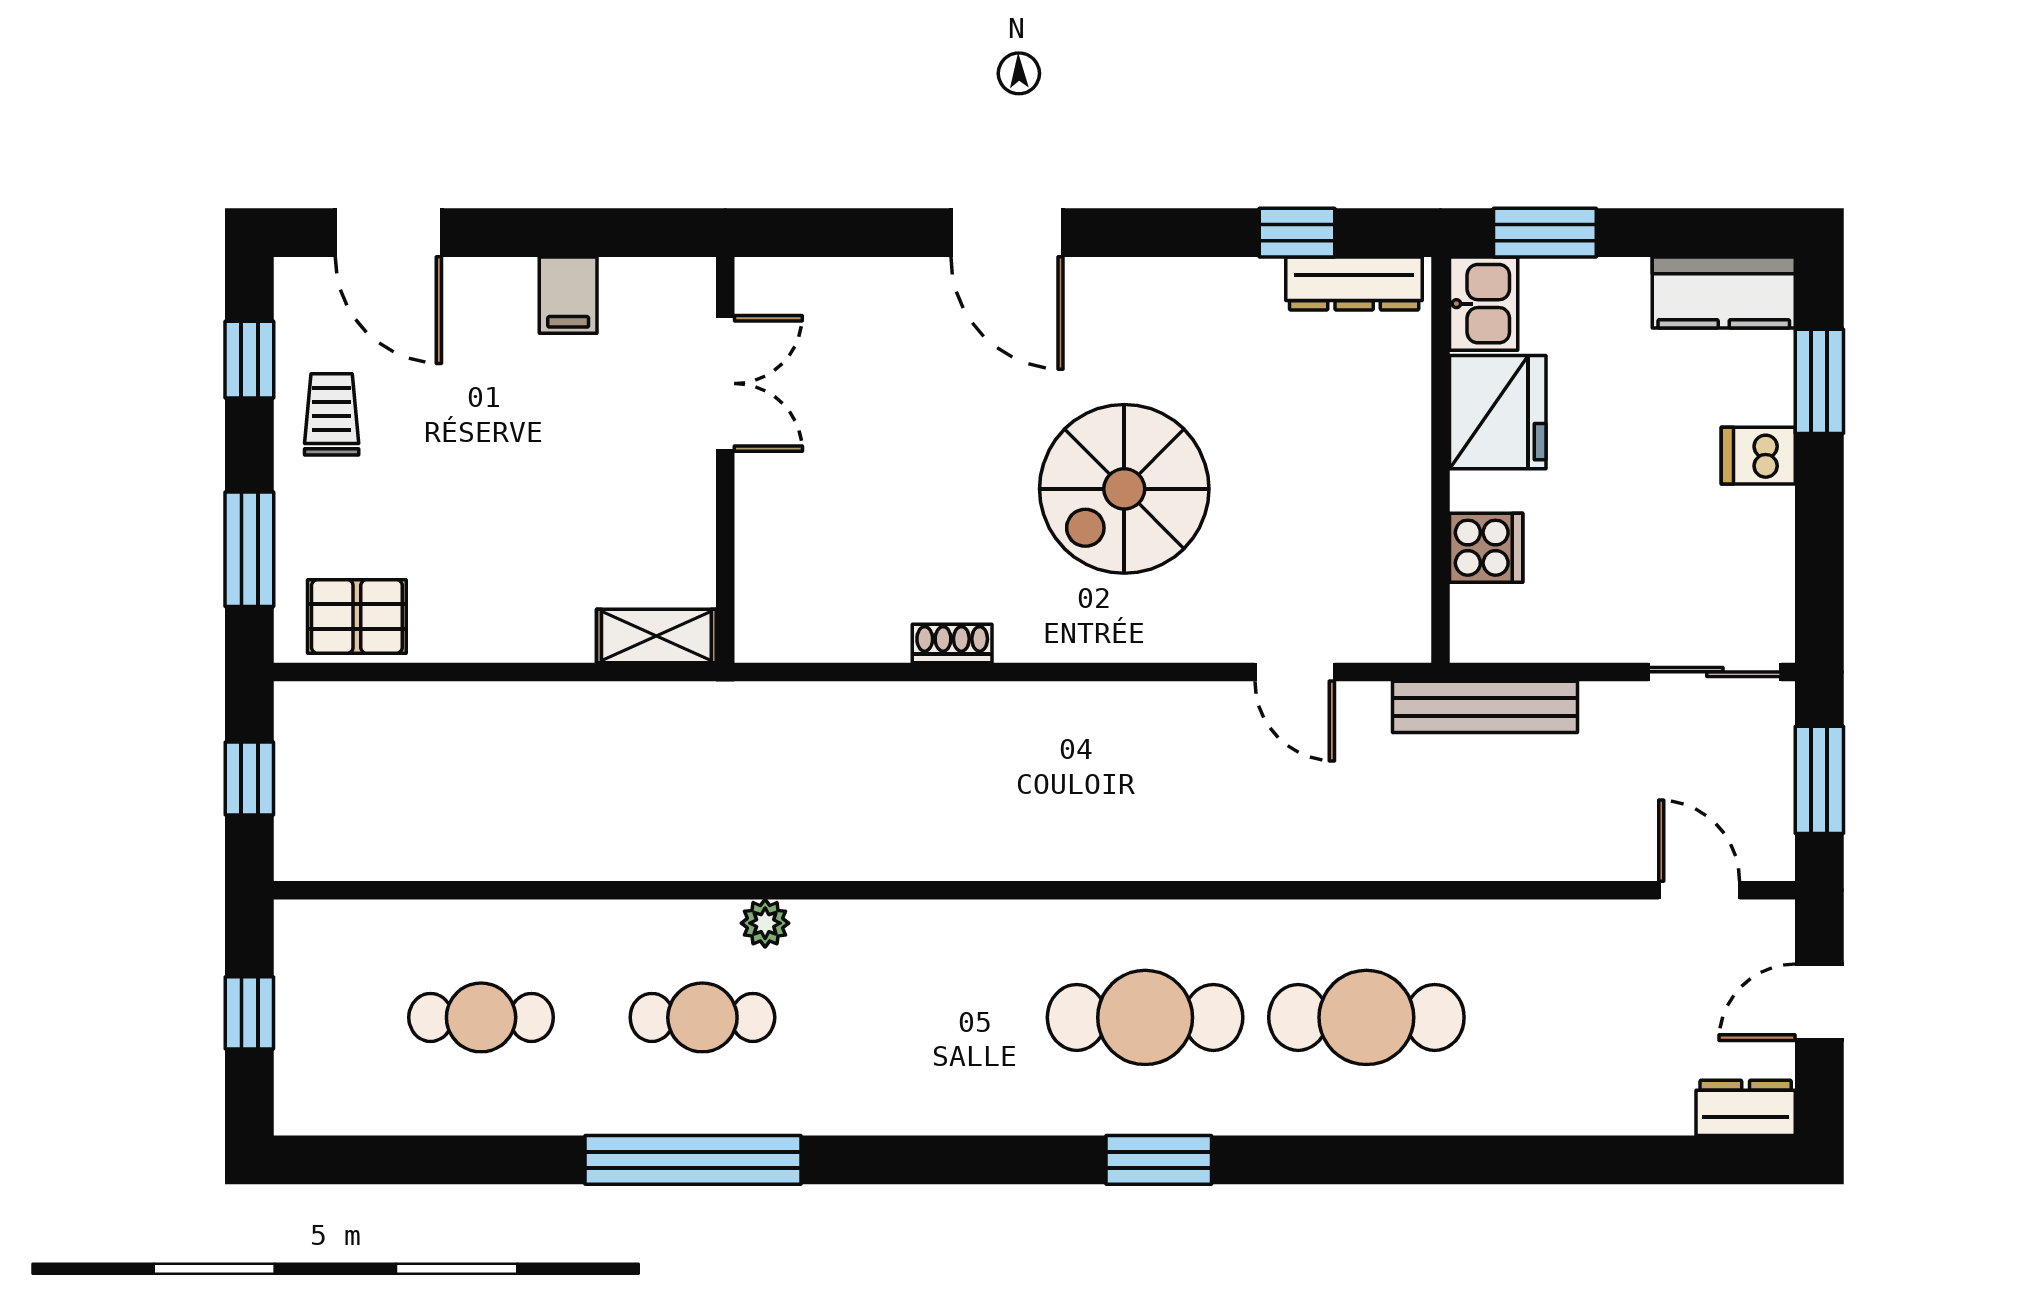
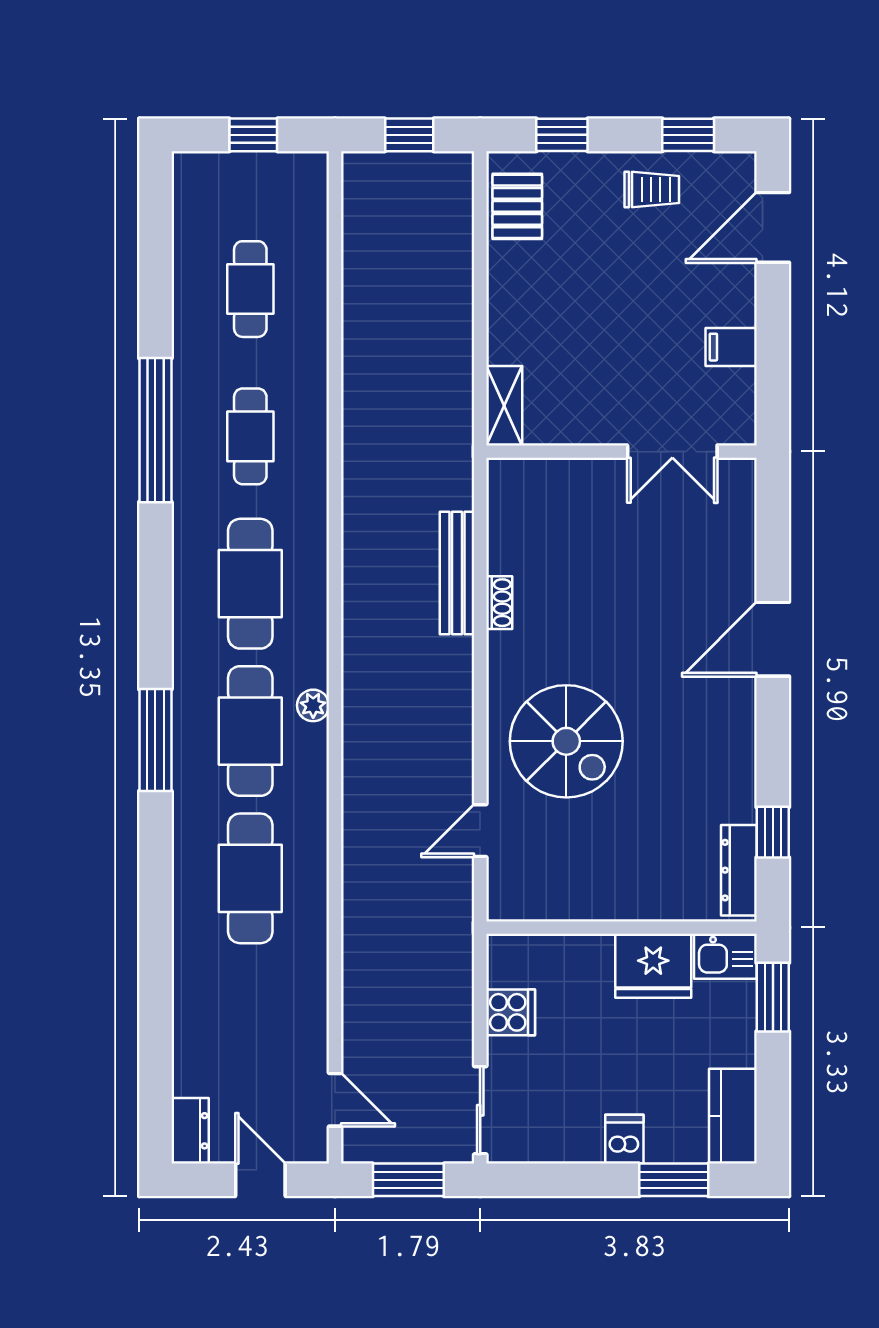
spiral stairs: (1124, 489) -> (566, 741), moved, turned 180
cooker: (1486, 548) -> (511, 1012), moved, turned -90
window: (249, 549) -> (562, 135), width x0.67
bench: (1485, 707) -> (457, 573), moved
door: (1699, 890) -> (335, 1100), hinge flipped
plant: (765, 923) -> (313, 705), moved
cafe table: (924, 1017) -> (250, 584), added
window: (1159, 1160) -> (155, 740), width x1.44

